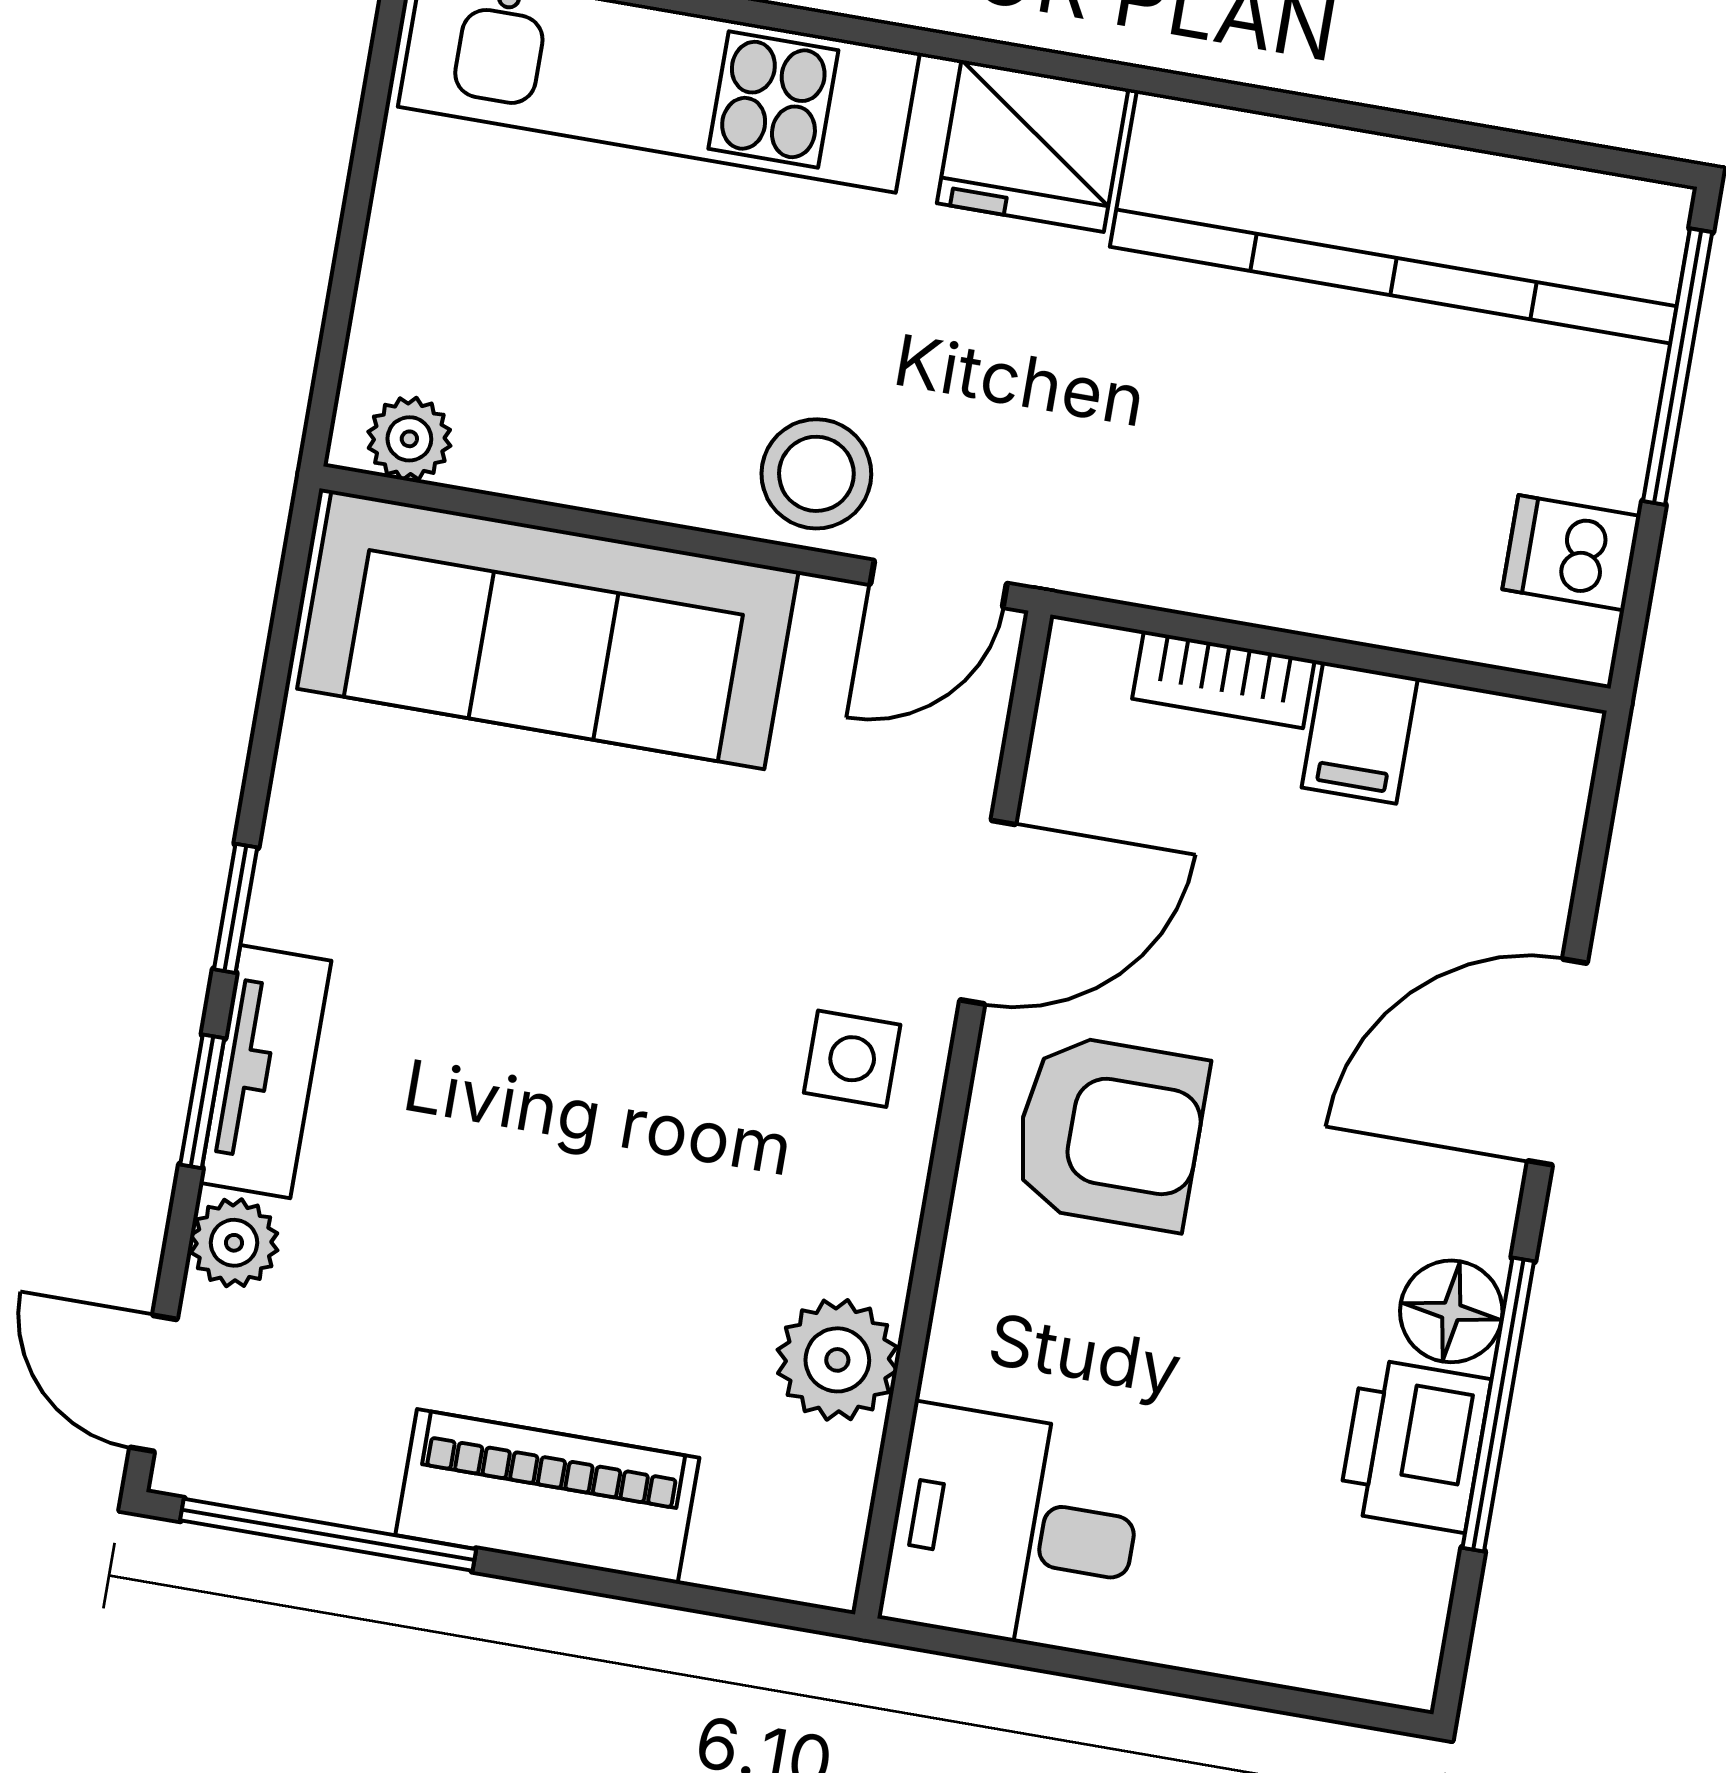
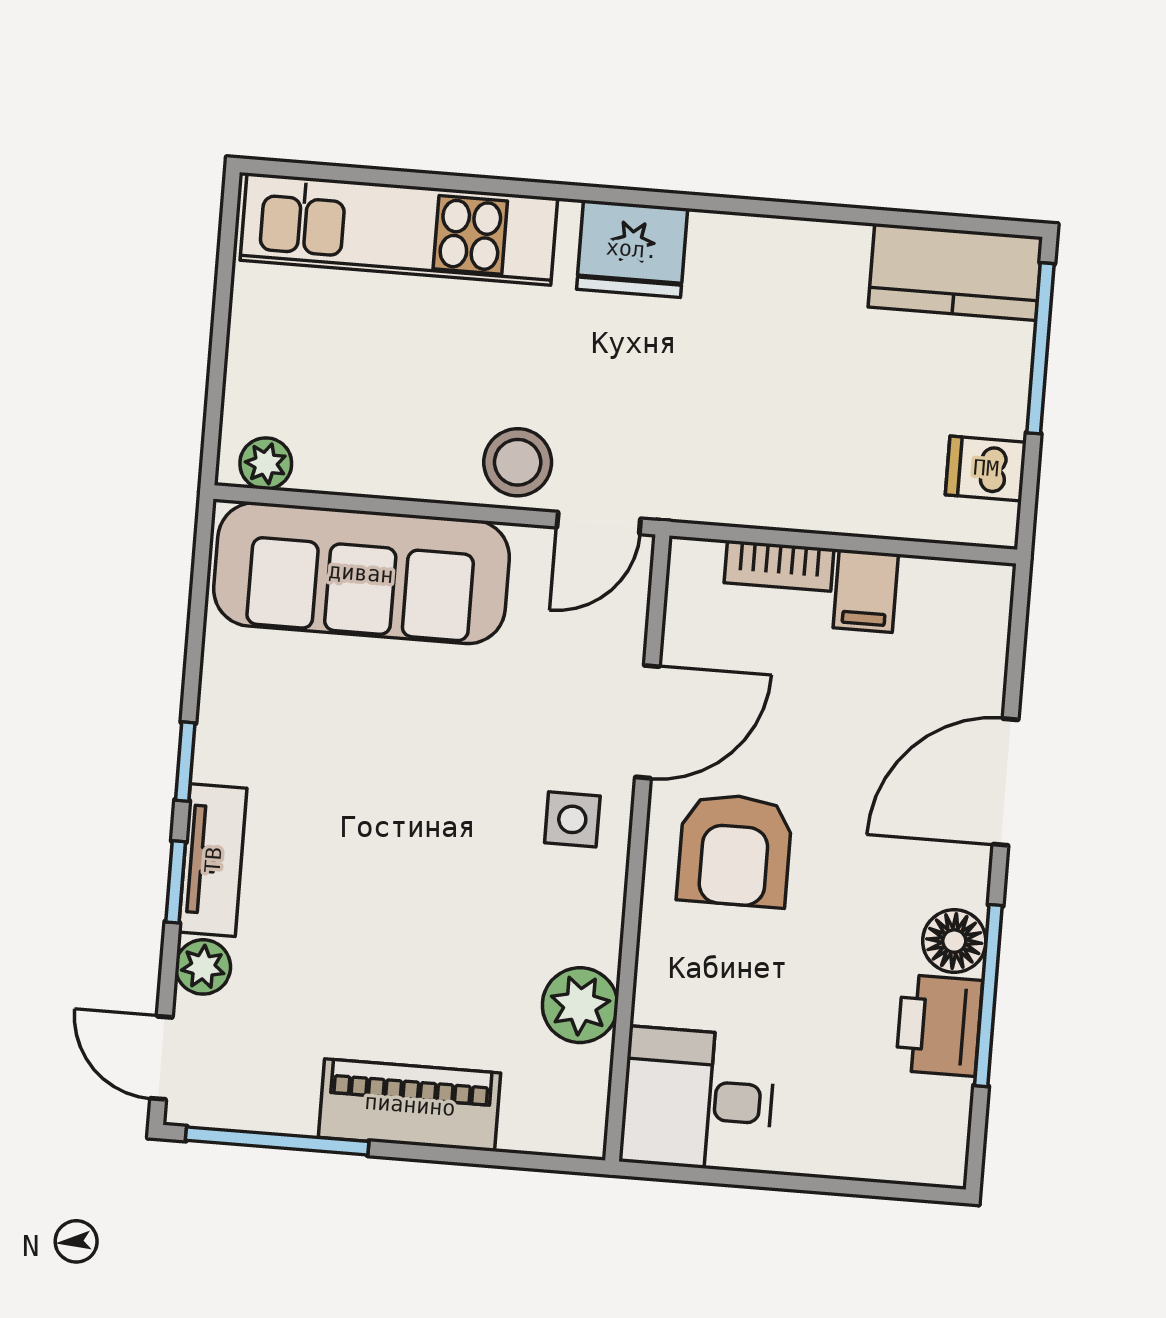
kitchen counter: (1404, 217) -> (955, 272), width x0.48, depth x0.86
armchair: (1110, 1132) -> (735, 850), turned 90

